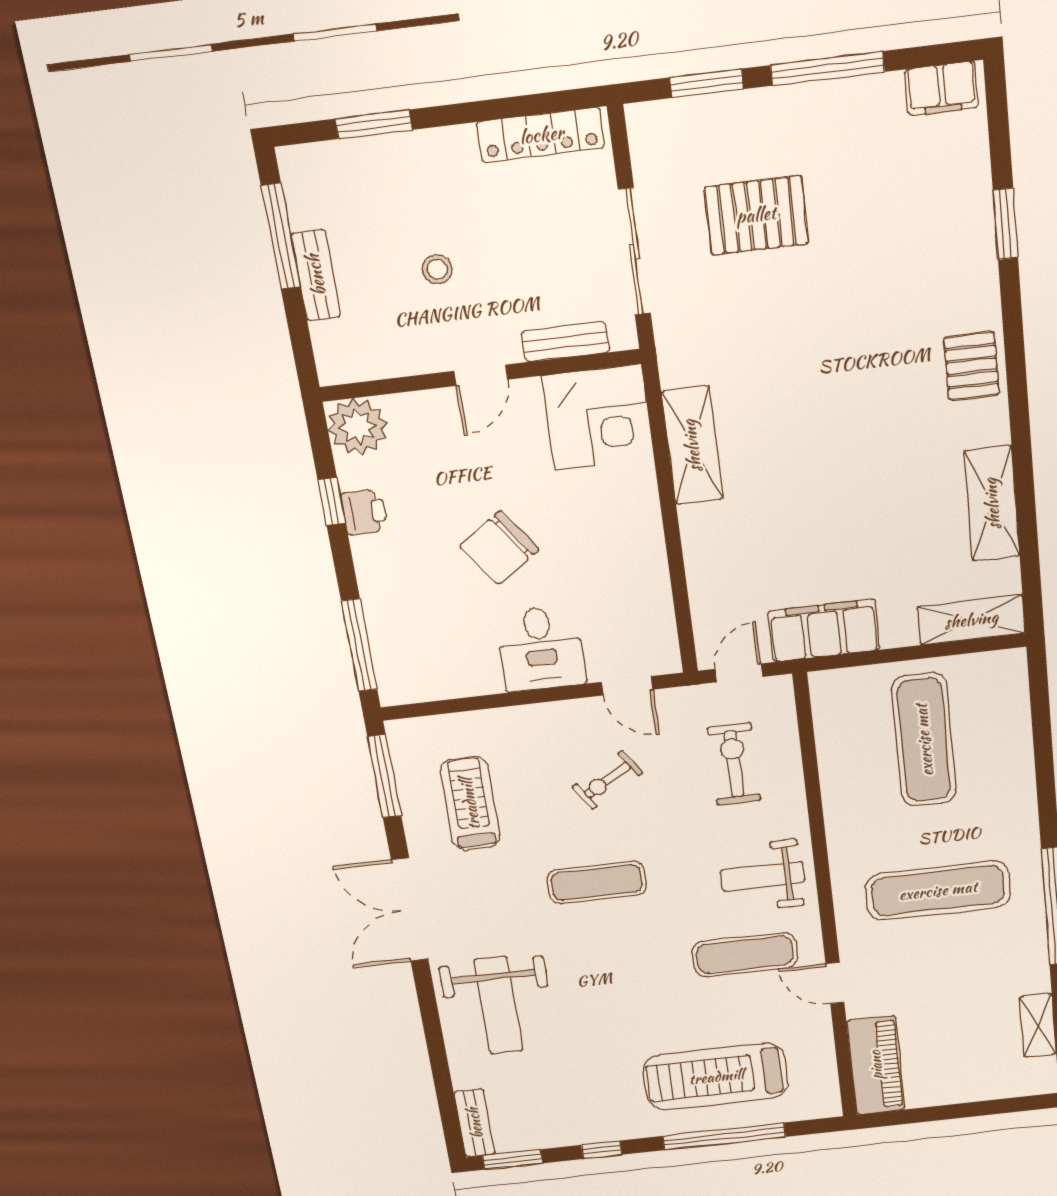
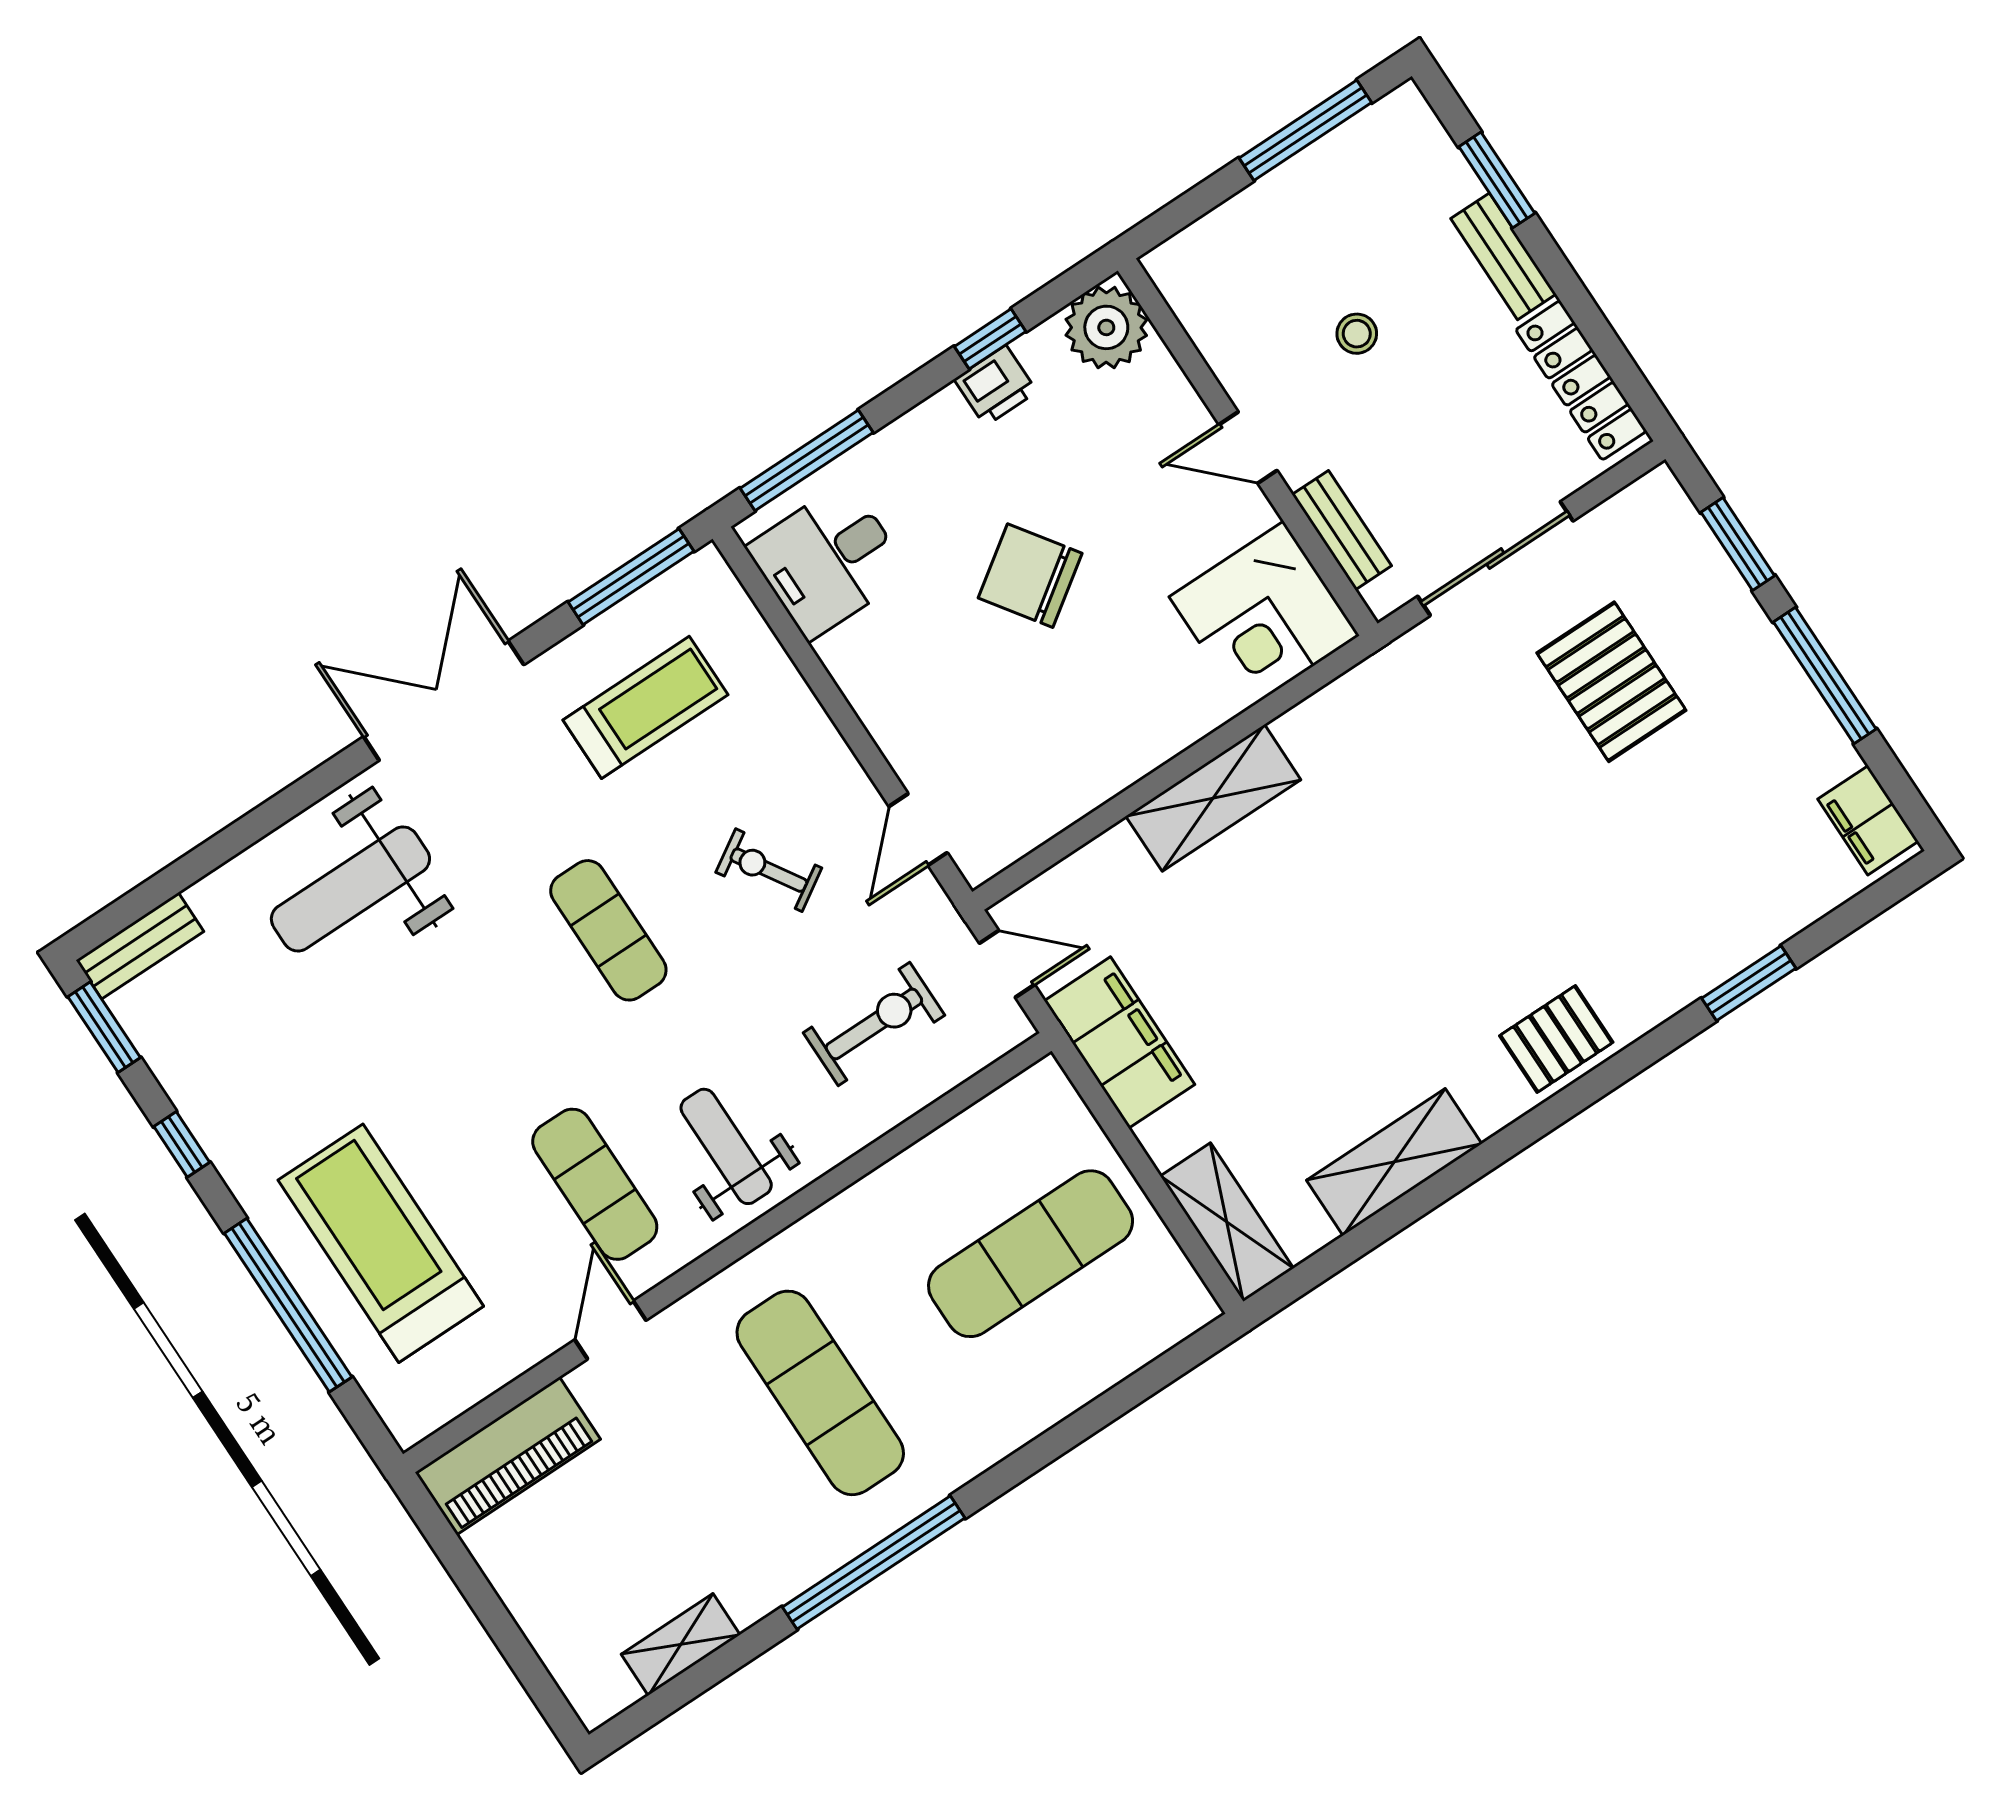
bench: (316, 275) -> (1504, 256), moved, turned 90
shelving: (692, 446) -> (1213, 798), moved
desk: (541, 649) -> (828, 561), moved

